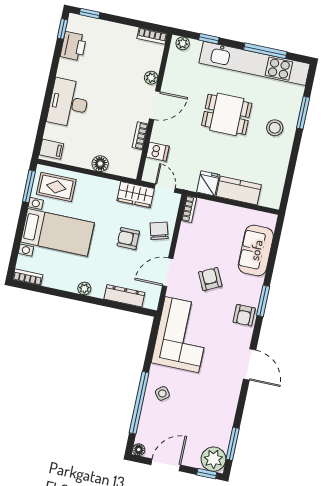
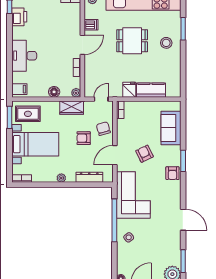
plant: (151, 78) -> (76, 93), moved
dishwasher: (158, 152) -> (91, 25), moved
door: (165, 188) -> (101, 99), hinge flipped
wardrobe: (136, 195) -> (72, 108), moved
door: (250, 364) -> (183, 220), moved
window: (139, 403) -> (114, 220), moved

